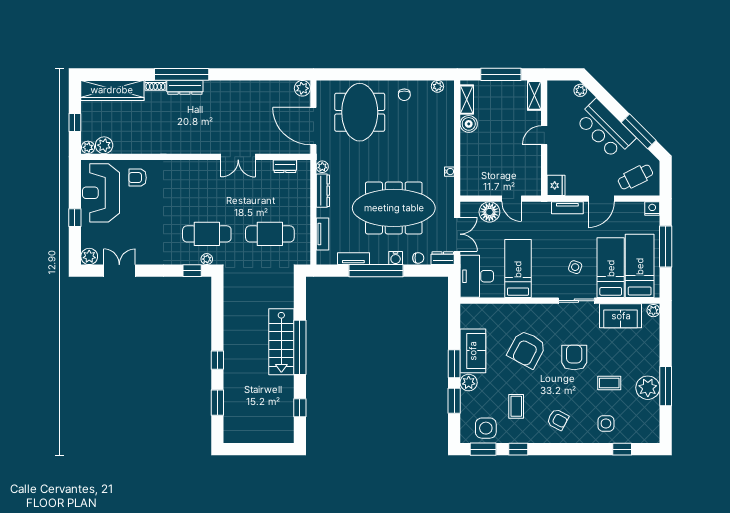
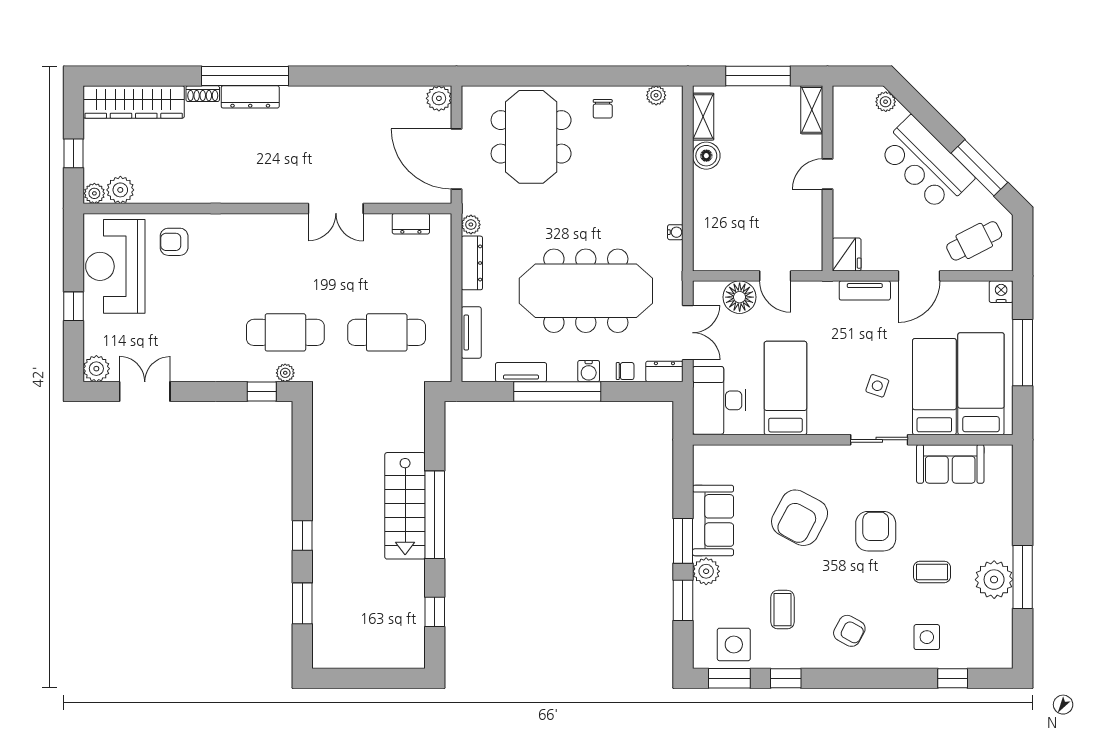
plant: (653, 311) -> (1003, 456), removed

